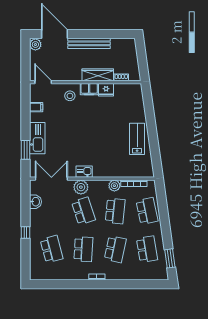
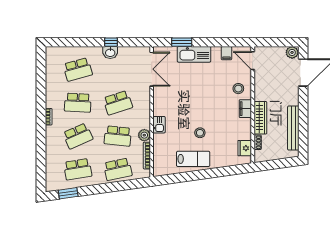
bench: (89, 43) -> (293, 128), moved
door: (43, 82) -> (253, 61), swing flipped
fridge: (106, 90) -> (245, 148), moved
stool: (112, 132) -> (200, 133), added
kitchen sink: (84, 172) -> (159, 125), moved
plant: (81, 187) -> (143, 100), removed
washbasin: (35, 202) -> (110, 52), moved
window: (25, 233) -> (111, 42), moved
school desk: (115, 249) -> (78, 136), turned -36

